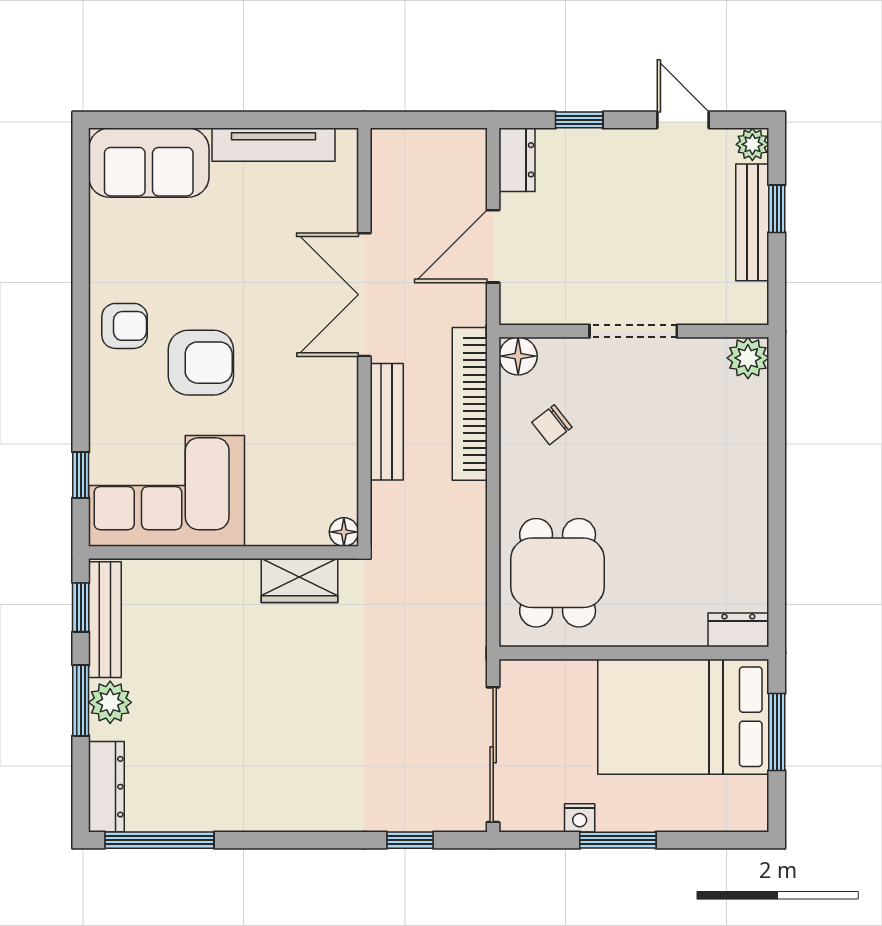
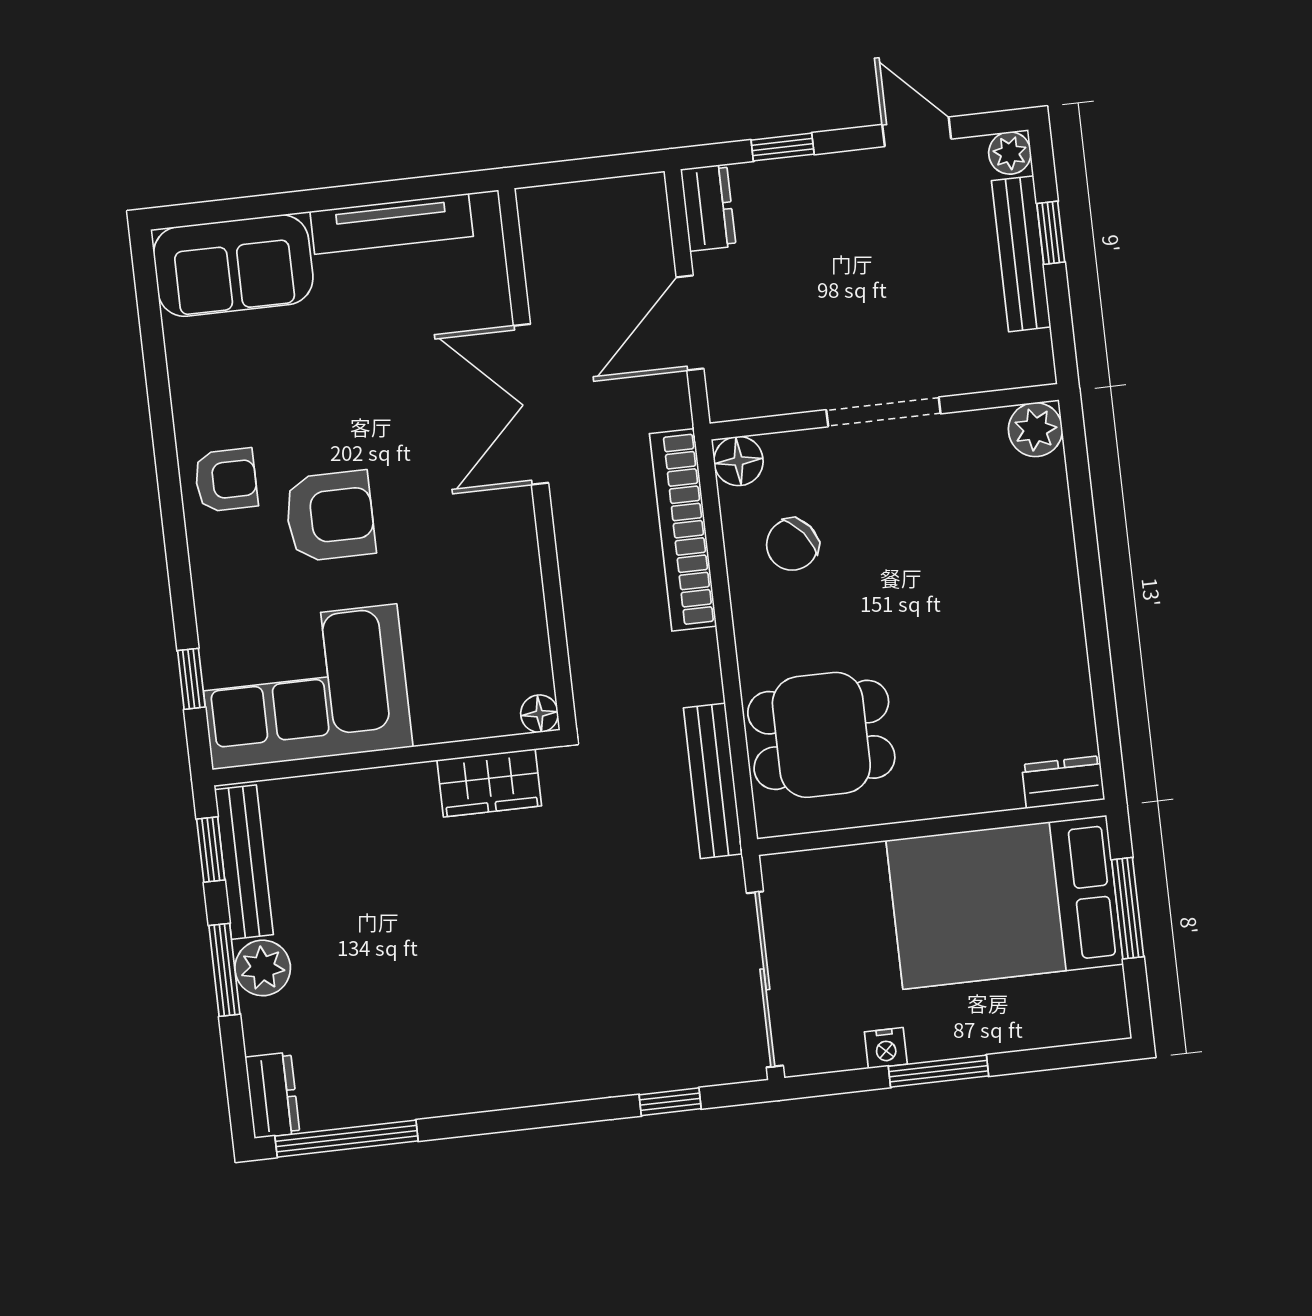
bench: (387, 422) -> (713, 781), moved
chair: (552, 425) -> (792, 545), width x1.37, depth x1.37
dining table: (558, 573) -> (821, 735), turned 90
dresser: (106, 787) -> (272, 1095), width x0.70

